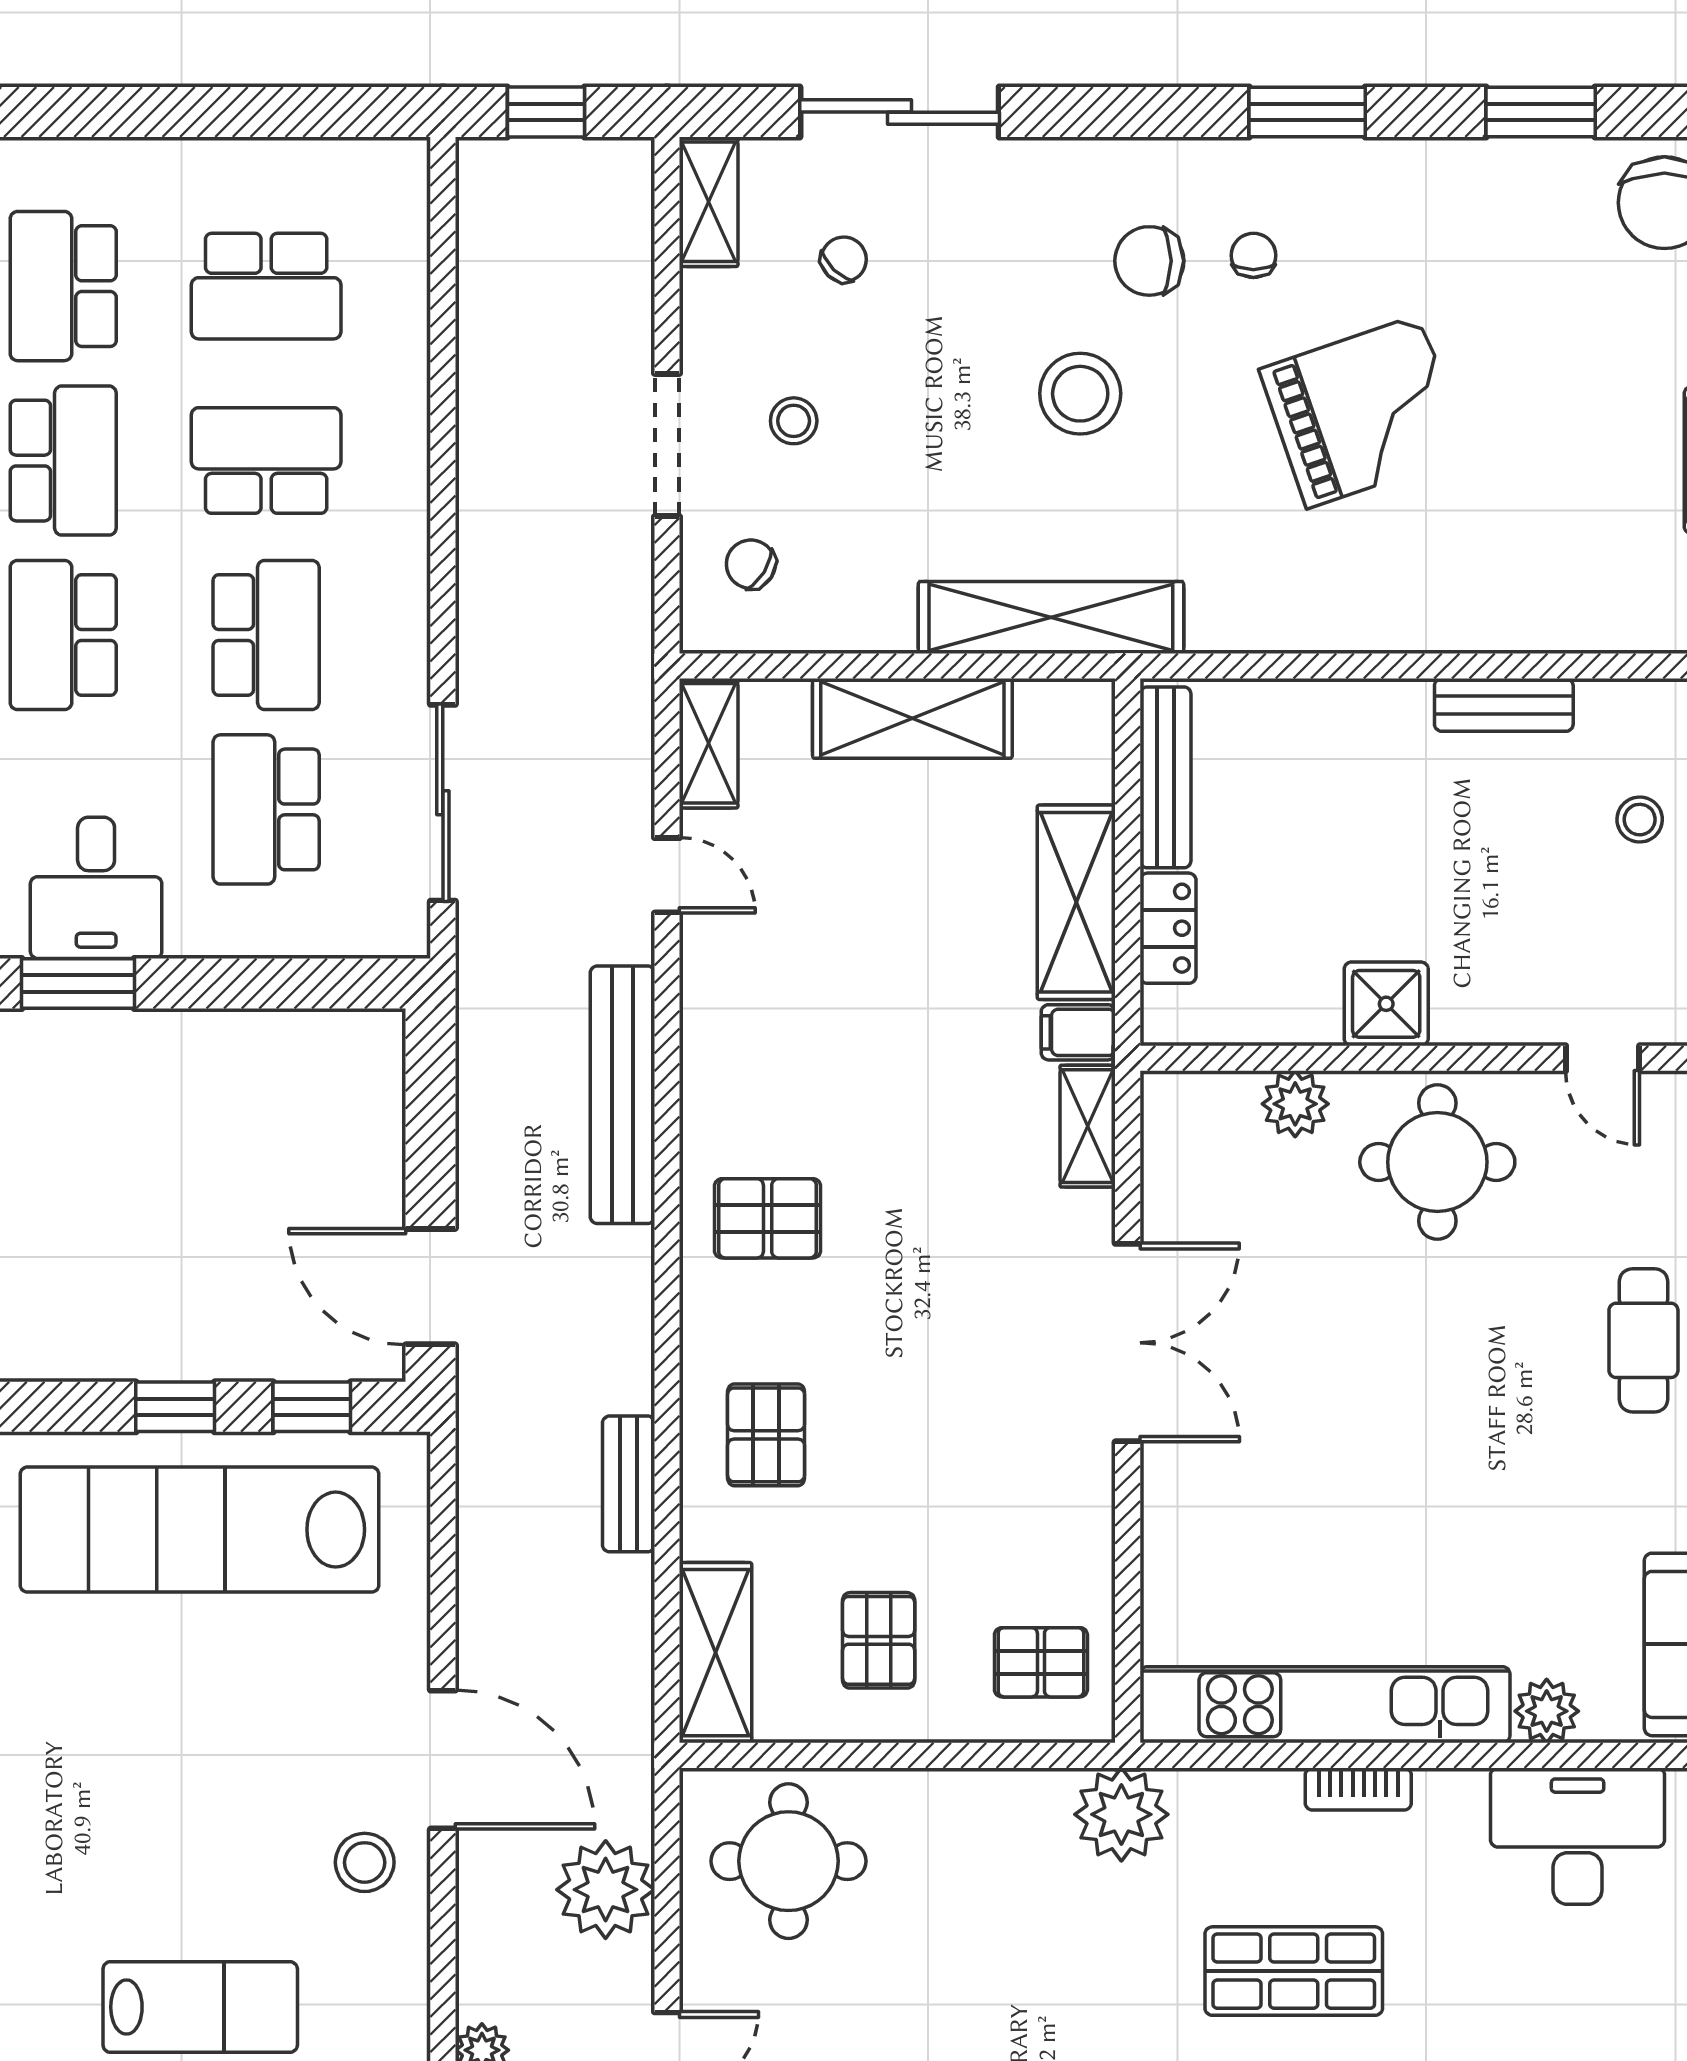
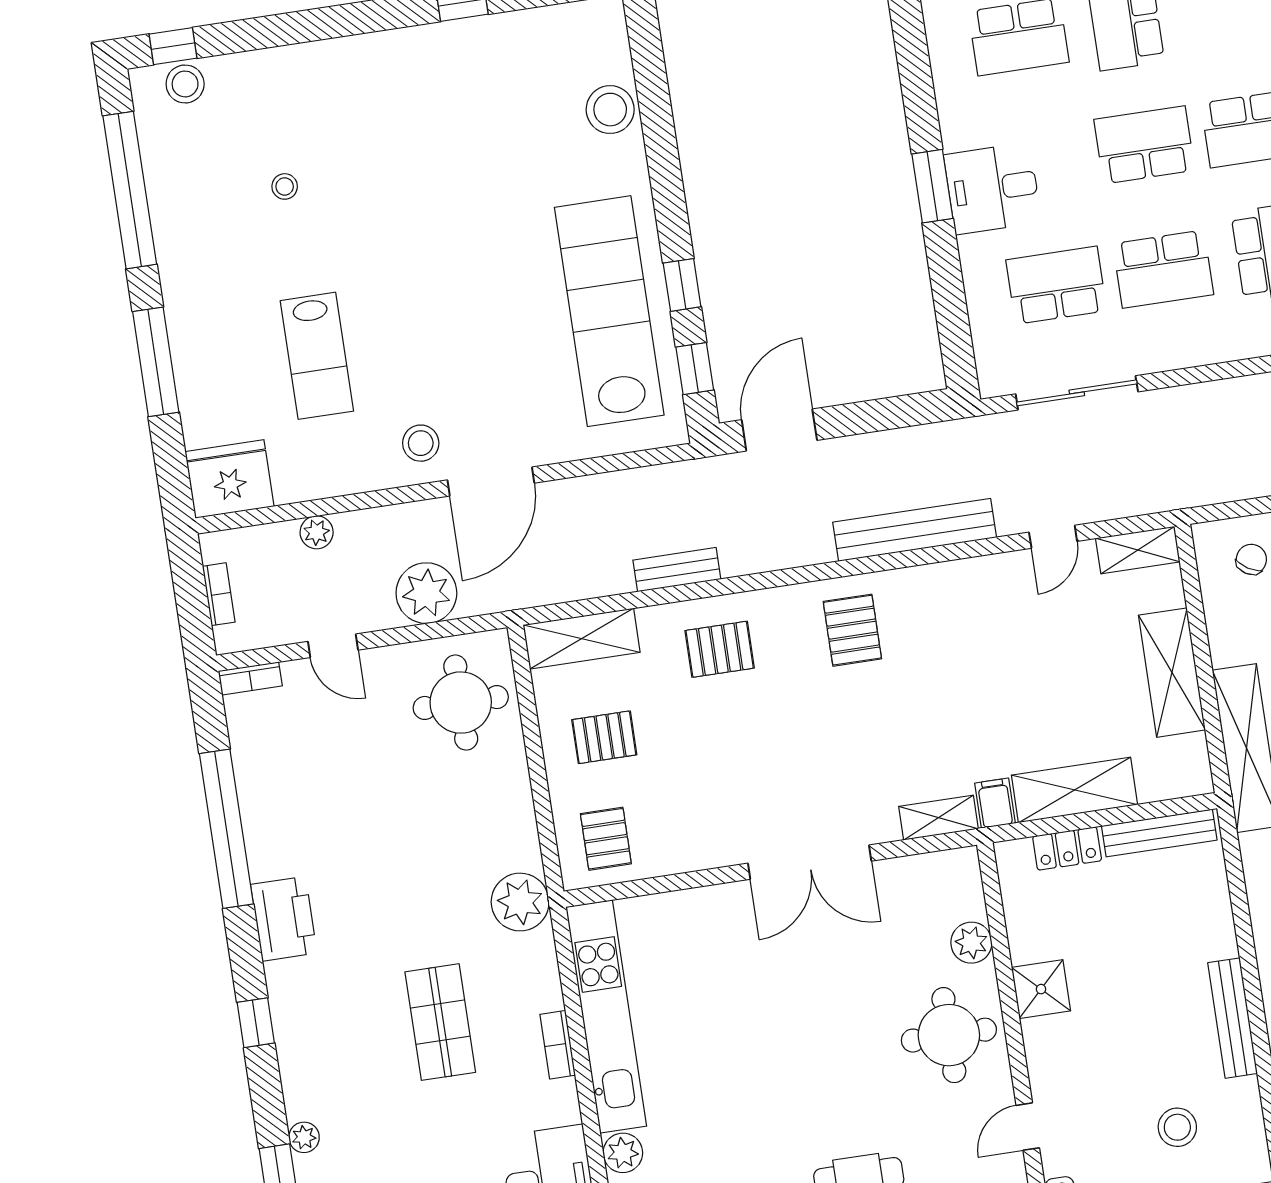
bench: (1504, 705) -> (1233, 1018), width x1.36
stool: (1640, 820) -> (1177, 1127), width x1.37, depth x1.37

